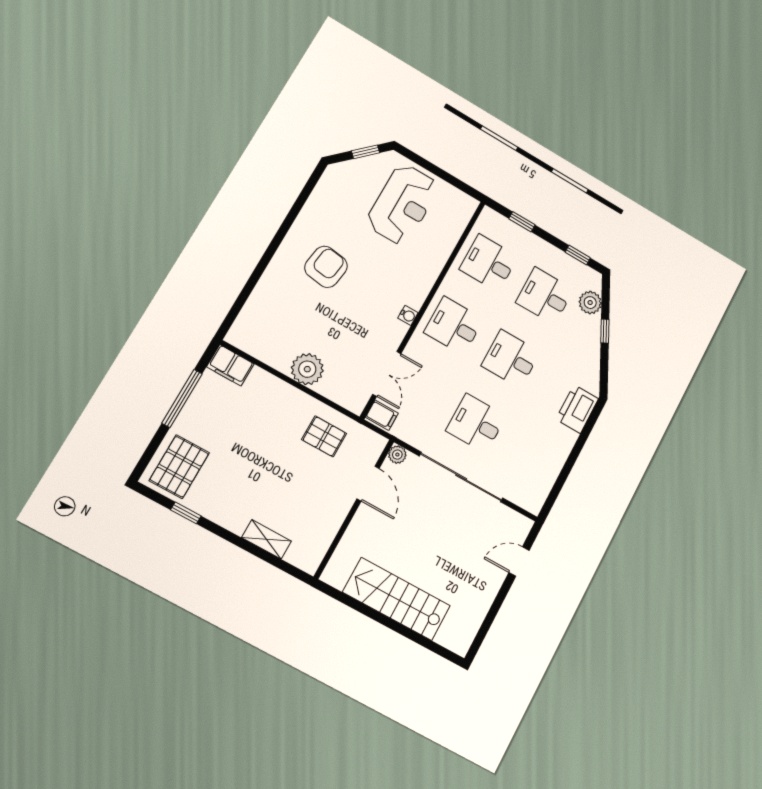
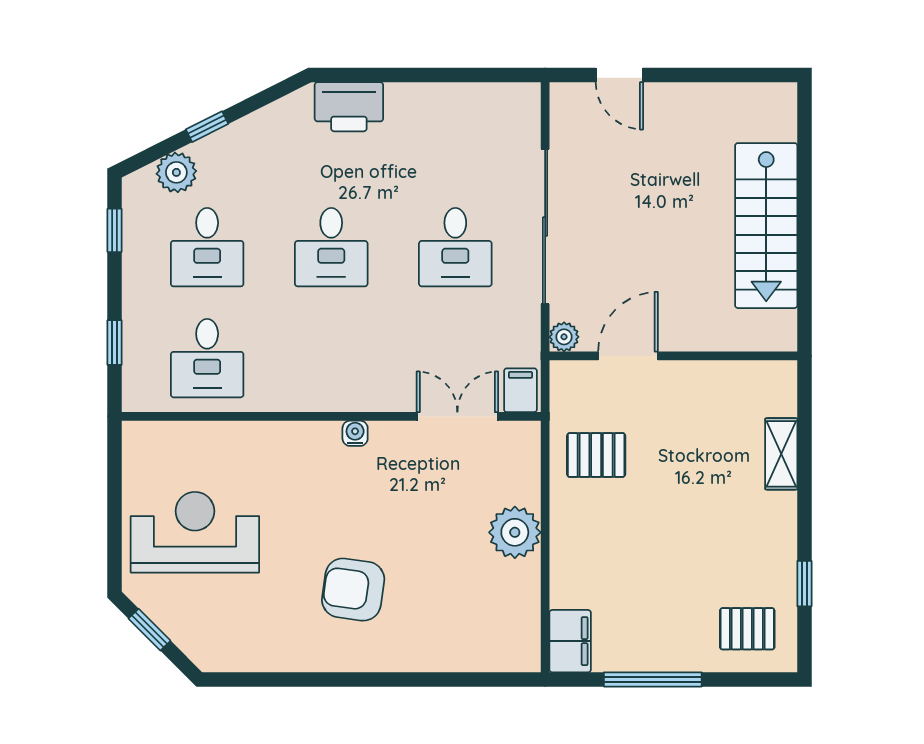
desk: (454, 326) -> (331, 358), removed
pallet: (324, 436) -> (596, 455), turned 90
pallet: (179, 467) -> (747, 629), width x0.67, depth x0.71

